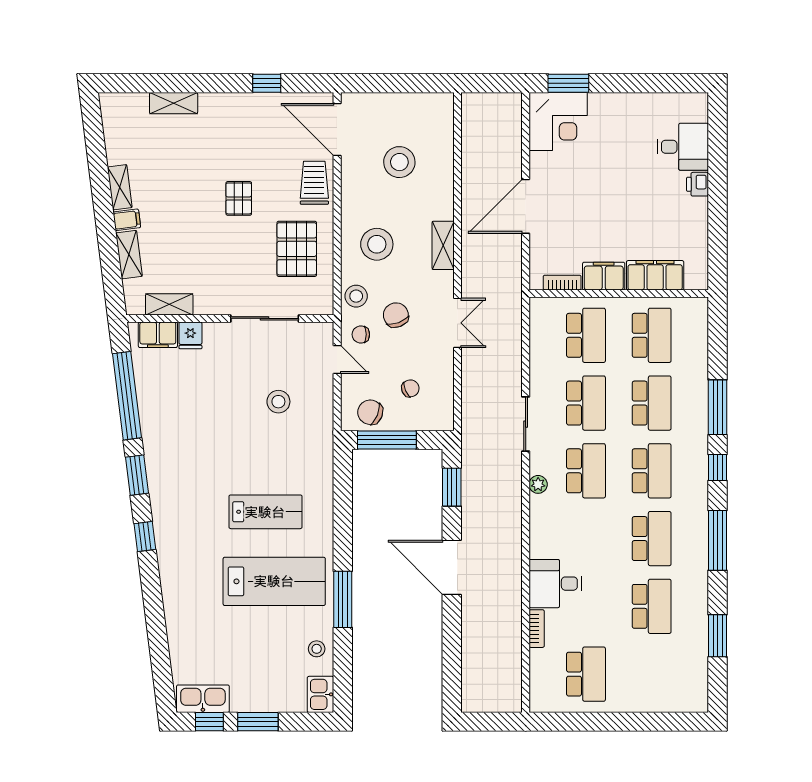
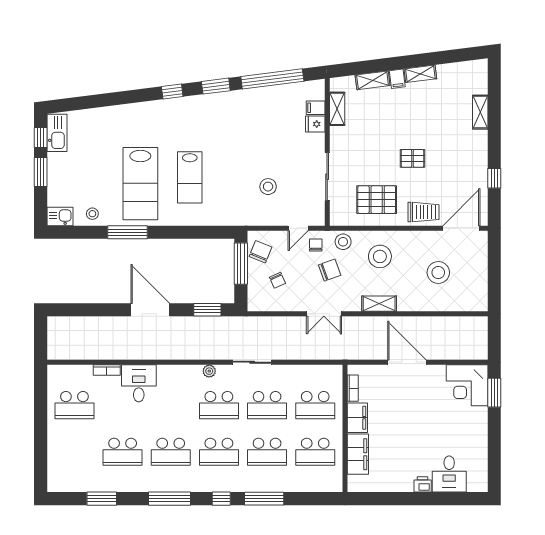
filing cabinet: (158, 335) -> (316, 108), width x0.50
door: (452, 567) -> (150, 310), hinge flipped

